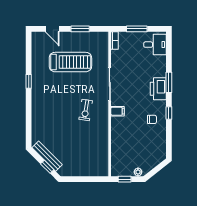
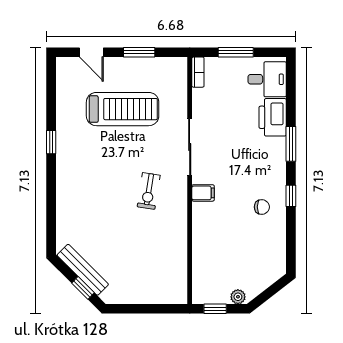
printer: (158, 89) -> (273, 117), moved

